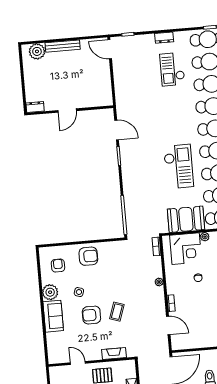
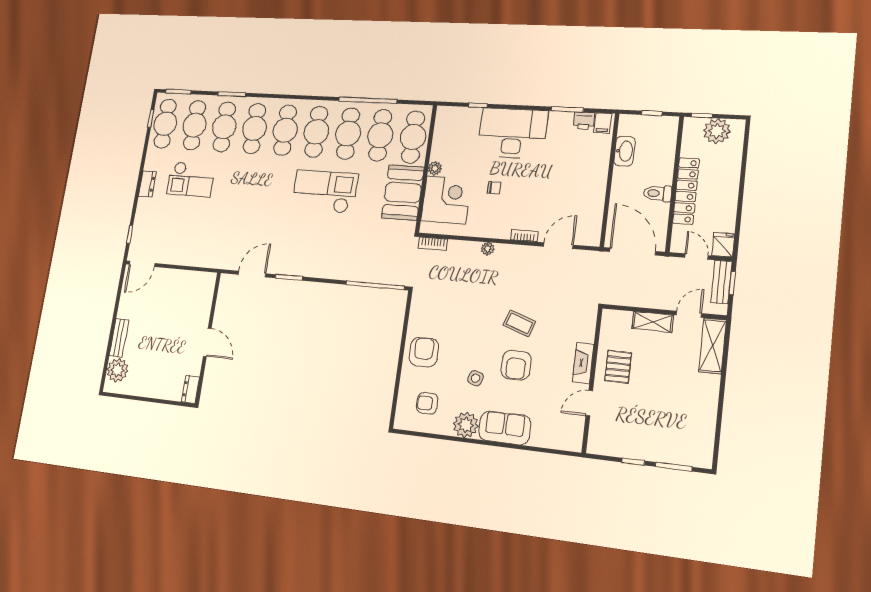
bench: (63, 46) -> (119, 338), width x0.73
fireplace: (114, 353) -> (583, 363), moved

